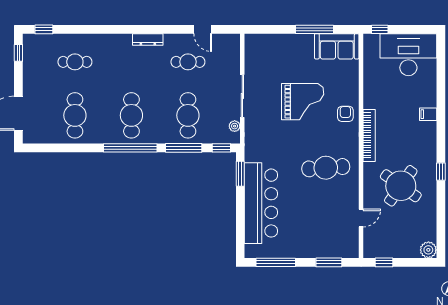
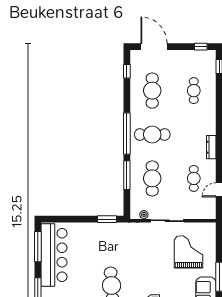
grand piano: (303, 102) -> (188, 252), moved, turned 180
cafe table: (75, 115) -> (152, 91), turned 90
cafe table: (188, 115) -> (152, 178), turned 90
window: (221, 148) -> (127, 71), moved
bar counter: (261, 203) -> (54, 255), moved, turned -90

